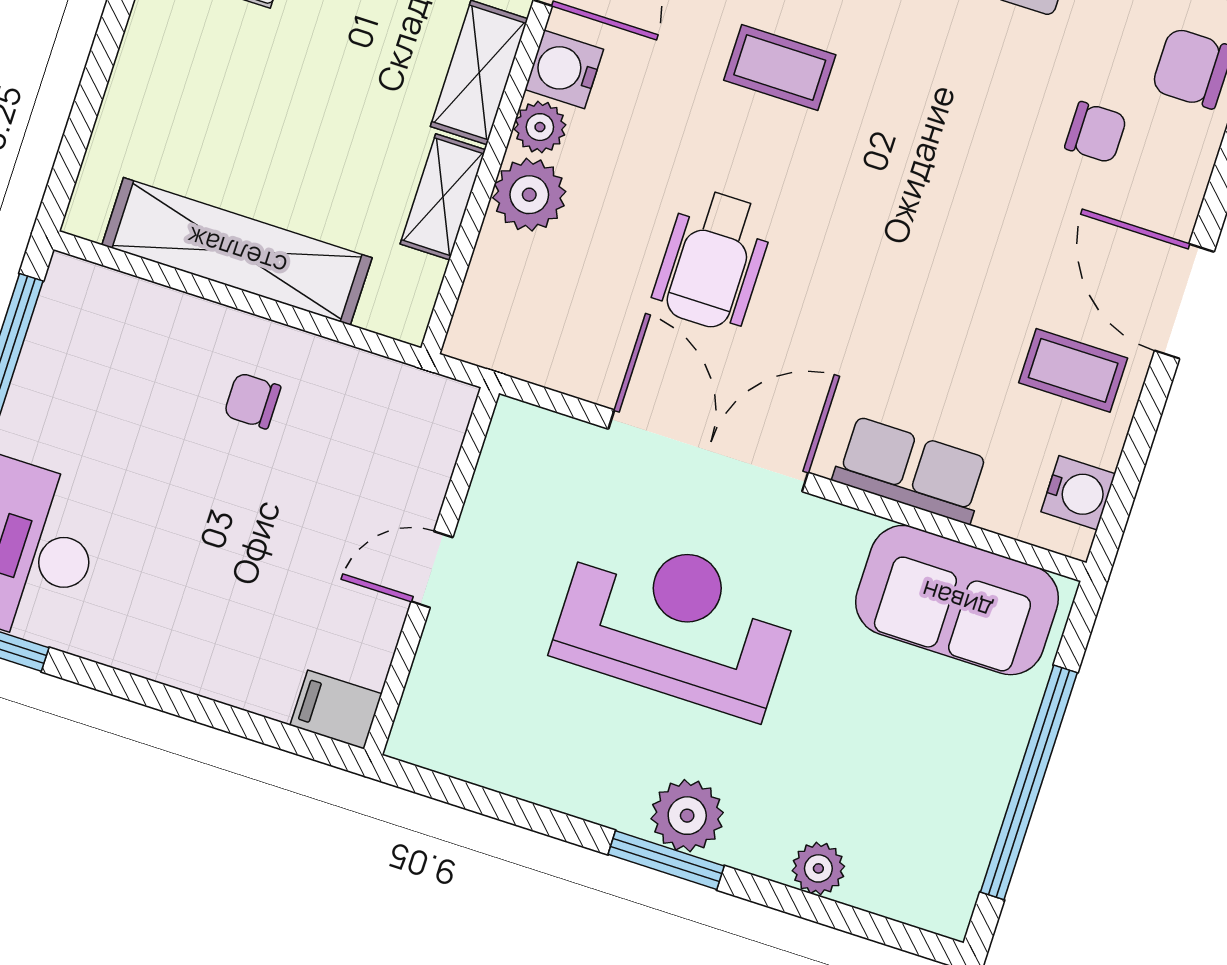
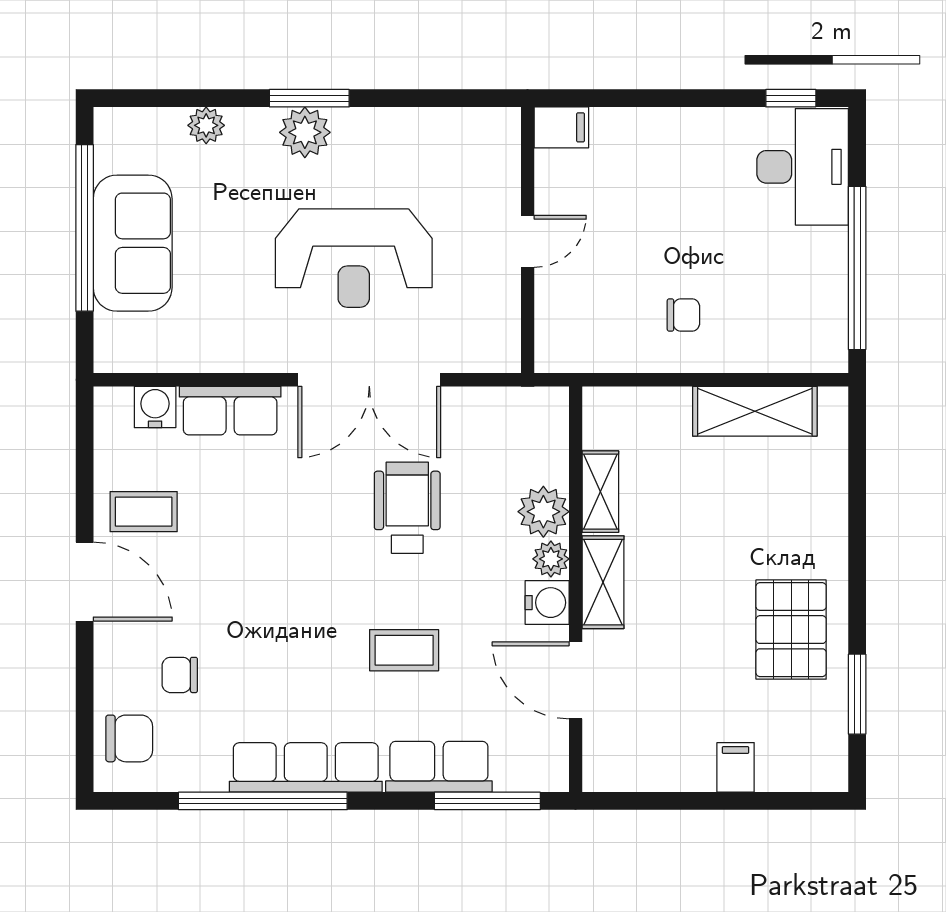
shelving: (237, 251) -> (755, 411), width x0.68
water cooler: (1078, 493) -> (155, 407), moved, turned 90
sofa: (957, 600) -> (133, 243), moved, turned 90

